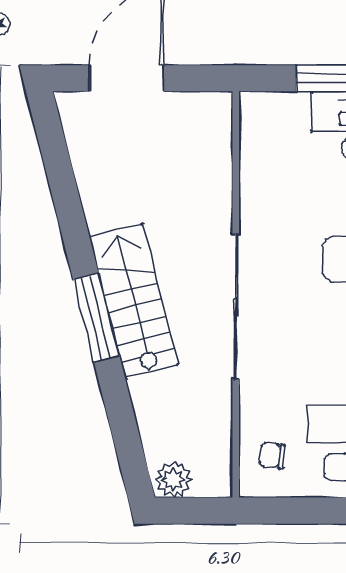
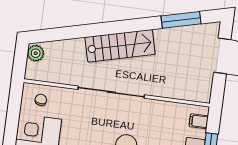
filing cabinet: (273, 110) -> (199, 121), added
window: (96, 318) -> (181, 20), moved

